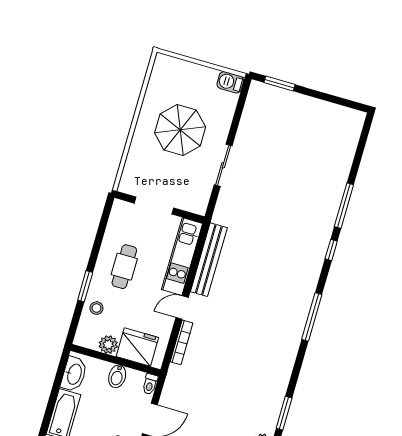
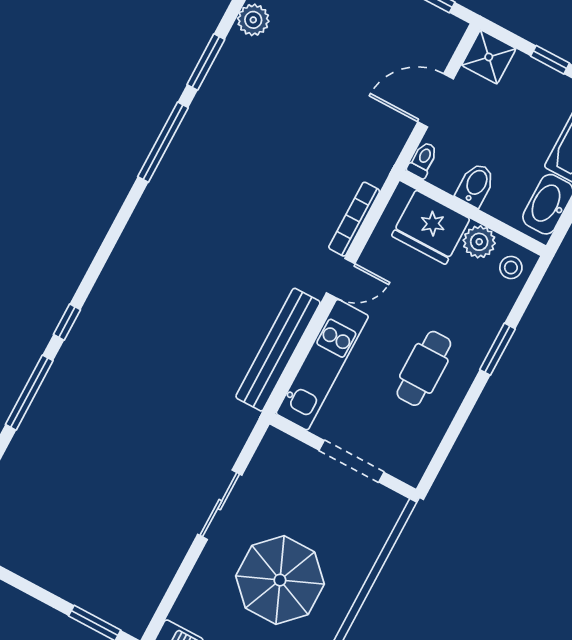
stool: (96, 308) -> (511, 267), moved
window: (312, 317) -> (163, 142), moved

